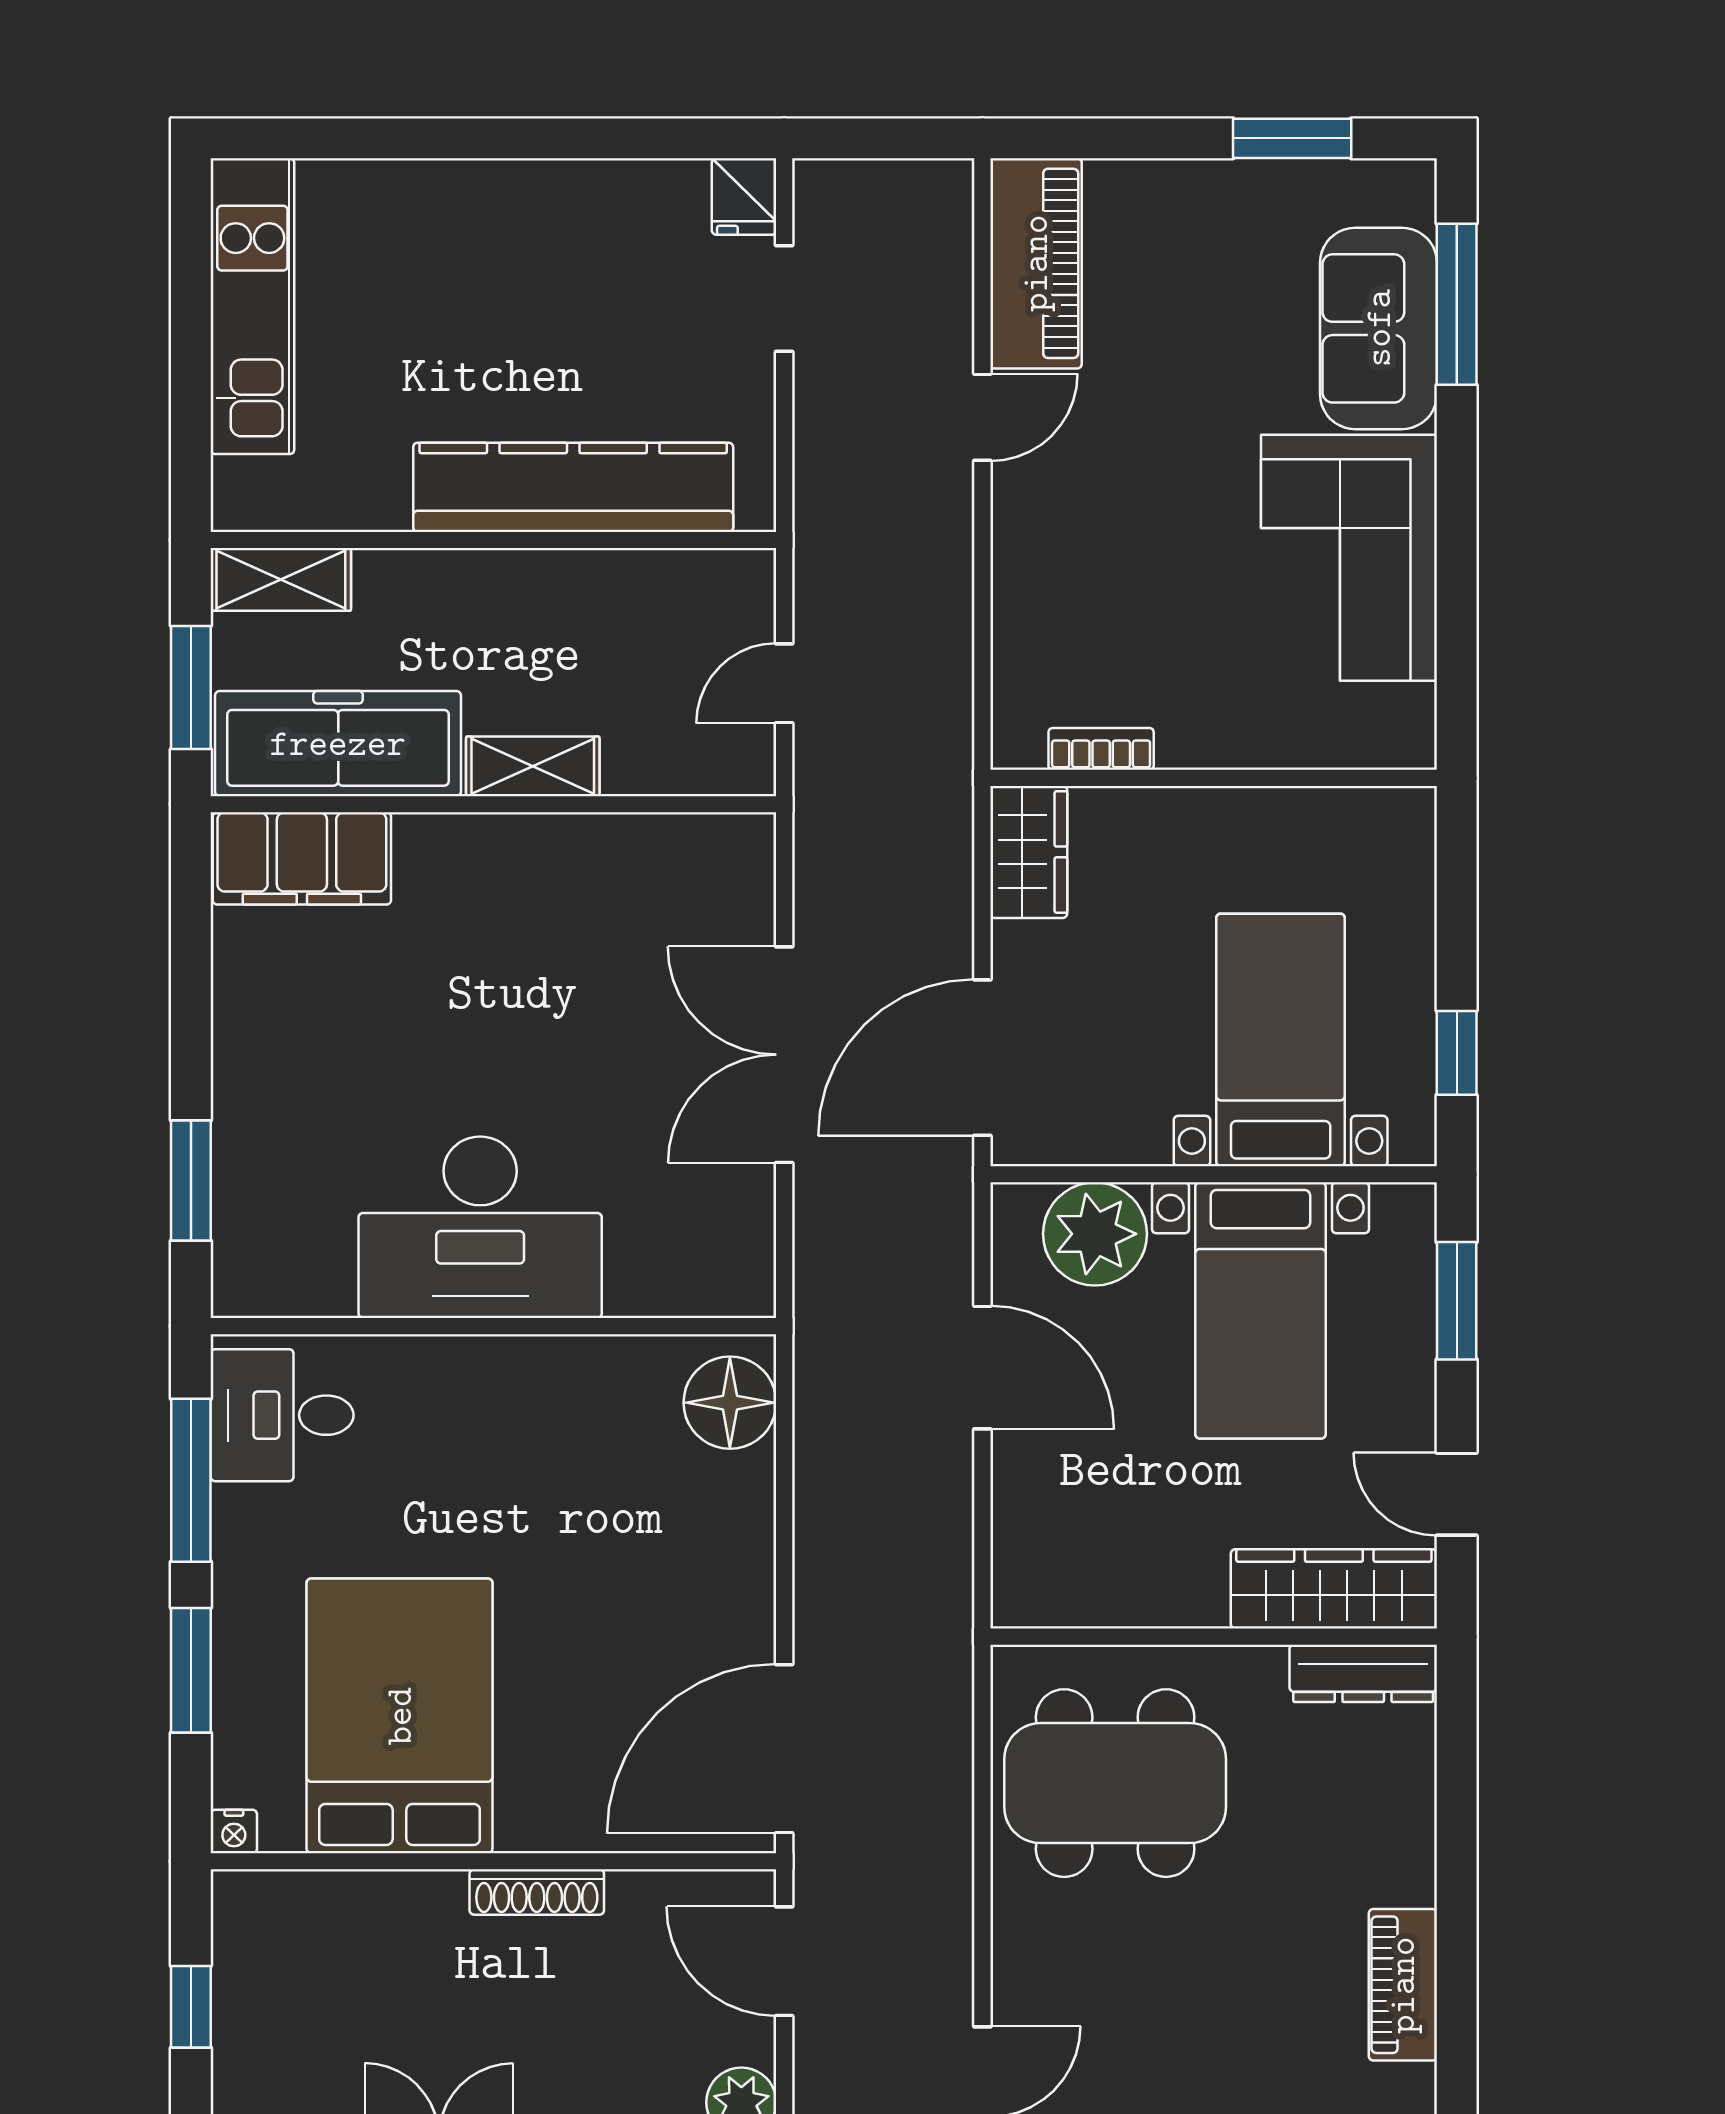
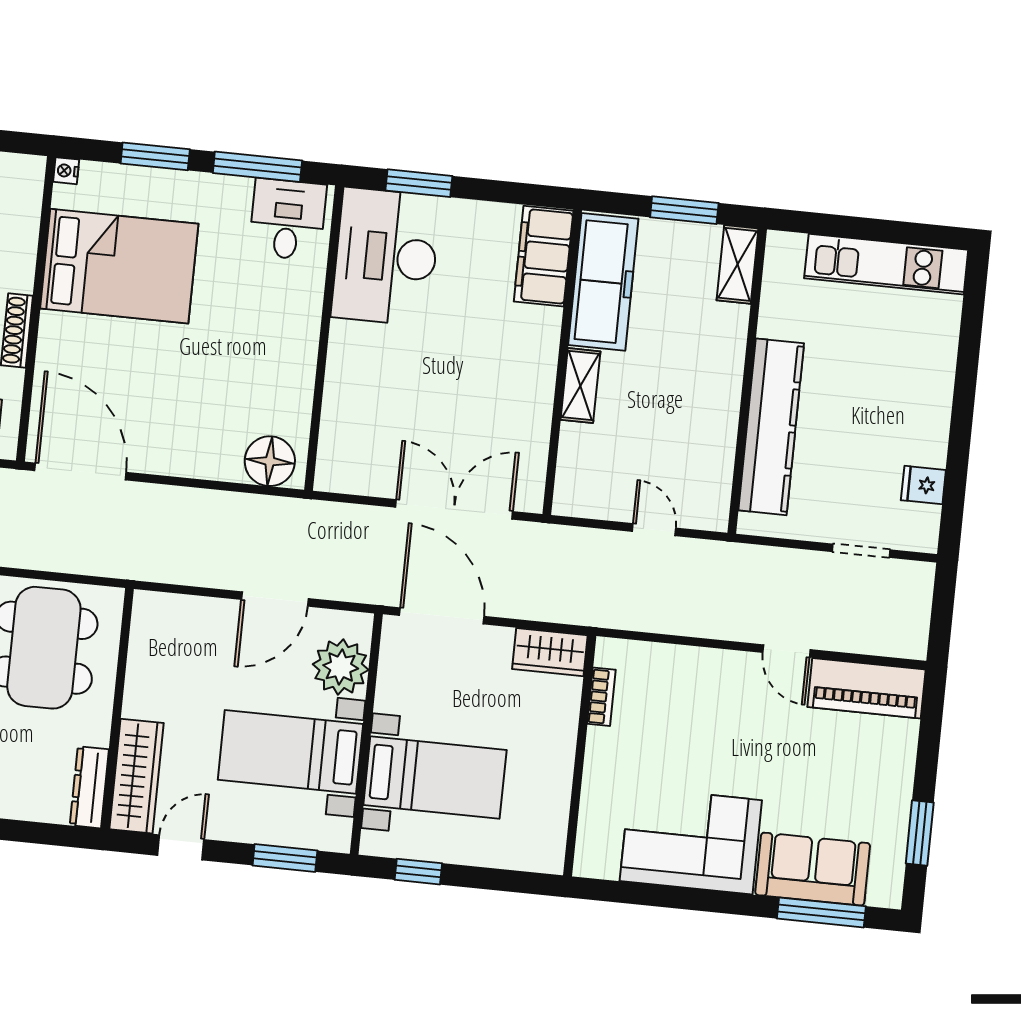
fridge: (744, 197) -> (923, 485), moved
freezer: (338, 744) -> (603, 282), moved
shelving: (533, 766) -> (580, 386), moved
wall: (493, 804) -> (562, 362), moved
filing cabinet: (302, 858) -> (544, 256), moved
desk: (480, 1227) -> (386, 257), moved

